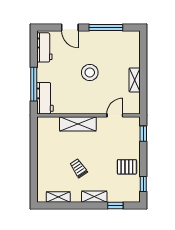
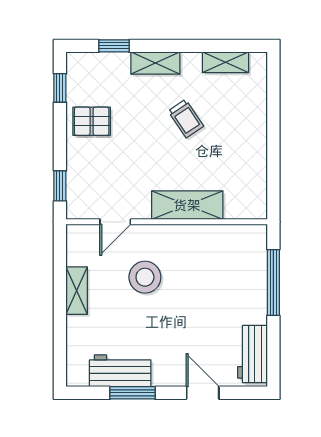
window: (106, 28) -> (132, 393), width x0.69
stool: (90, 72) -> (145, 277), moved
workbench: (45, 98) -> (120, 371), moved, turned 90

